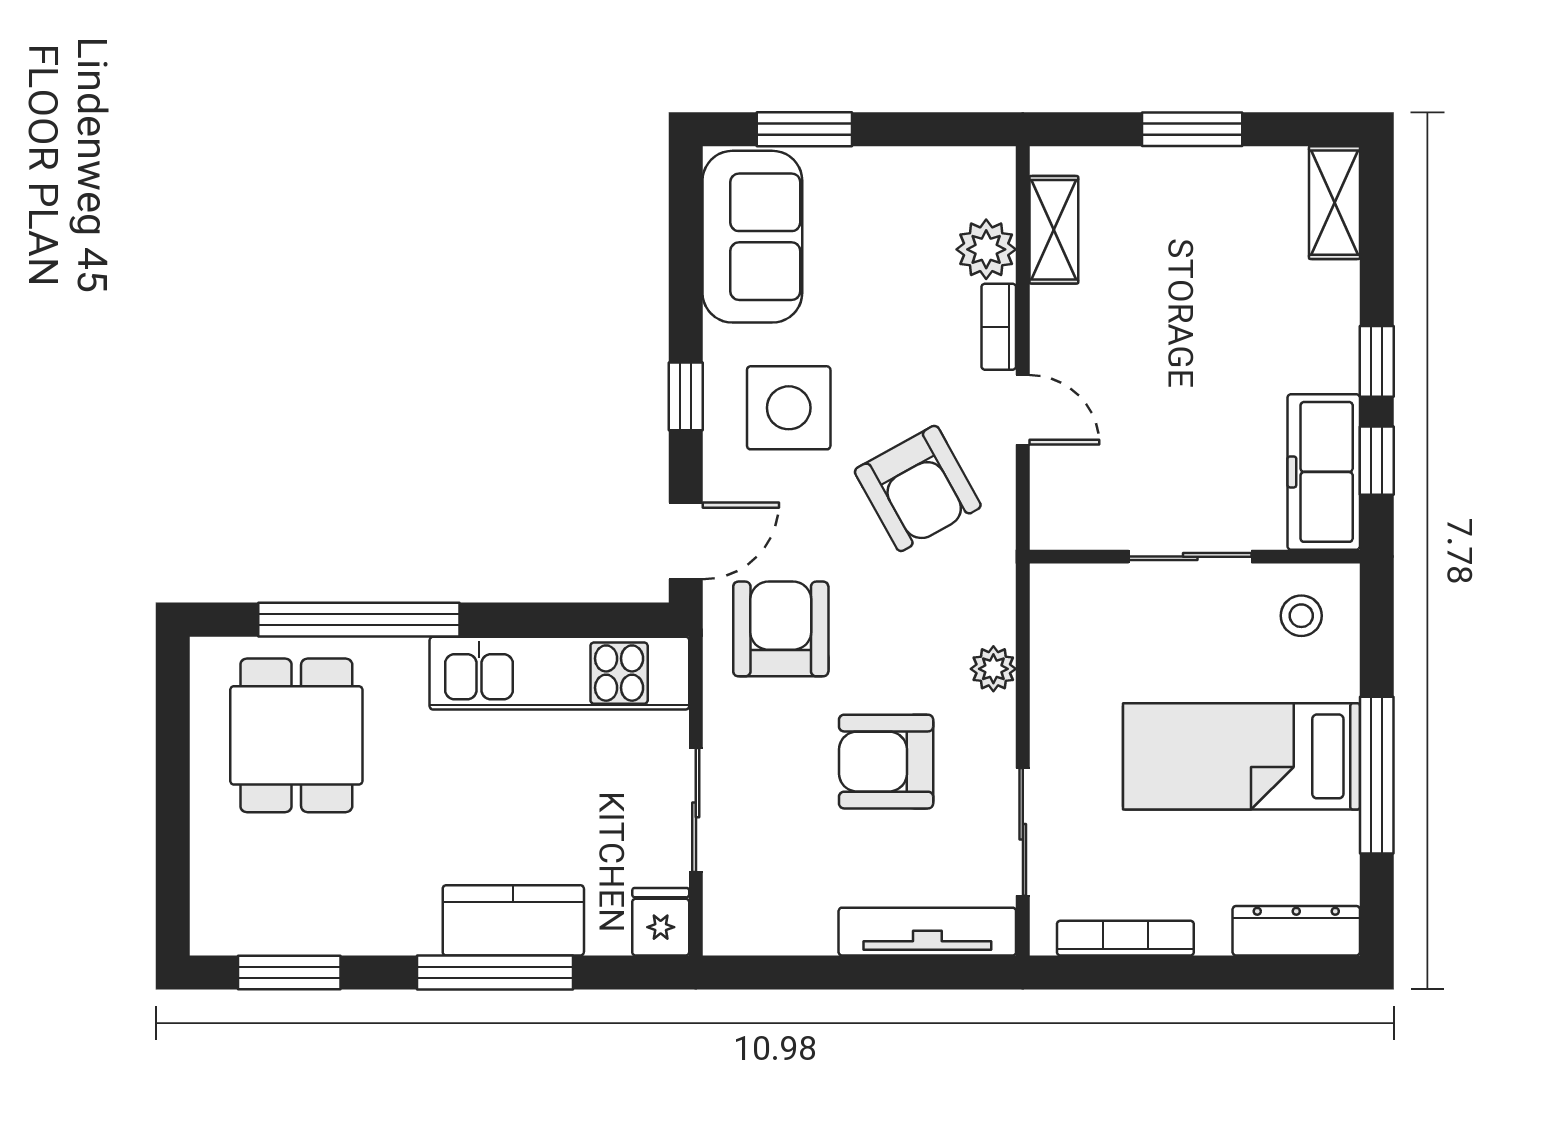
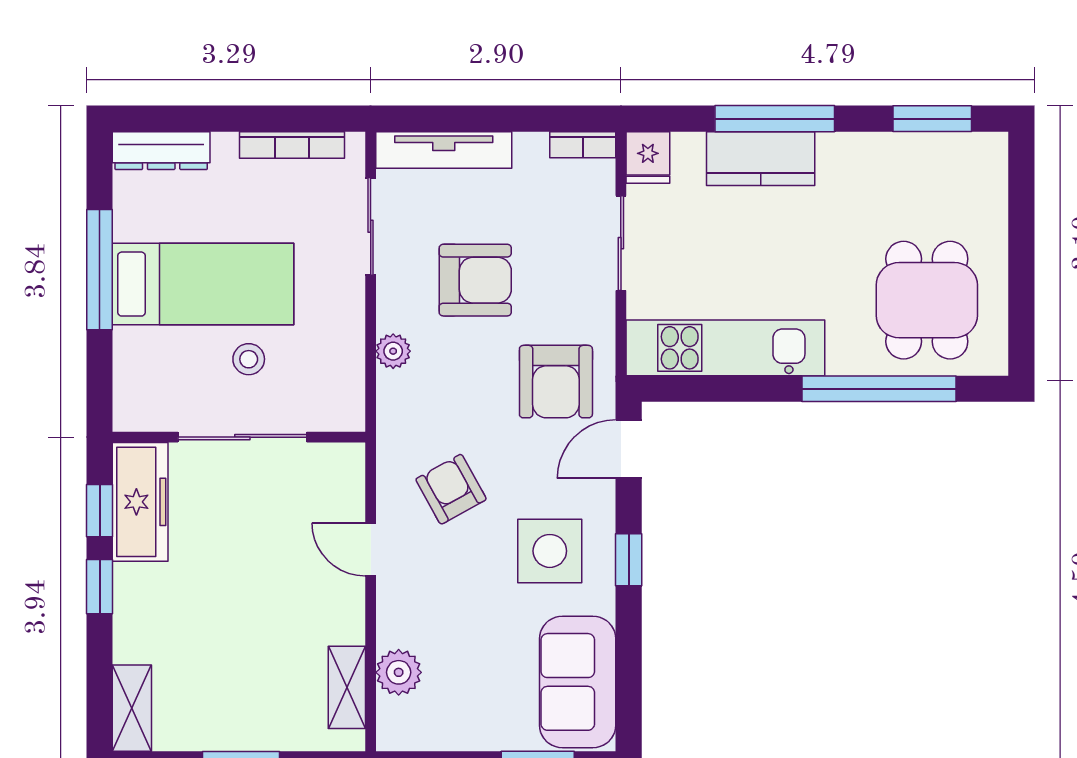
bookcase: (999, 327) -> (583, 145), moved, turned 90
armchair: (918, 488) -> (451, 489), width x0.72, depth x0.72
sliding door: (1190, 557) -> (242, 437), width x1.37
stool: (1301, 616) -> (249, 359), moved

